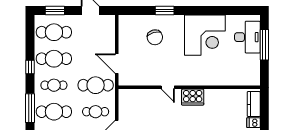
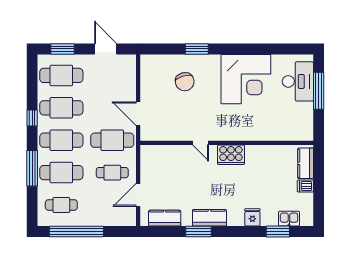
cafe table: (54, 85) -> (61, 140), width x1.37, depth x1.35

